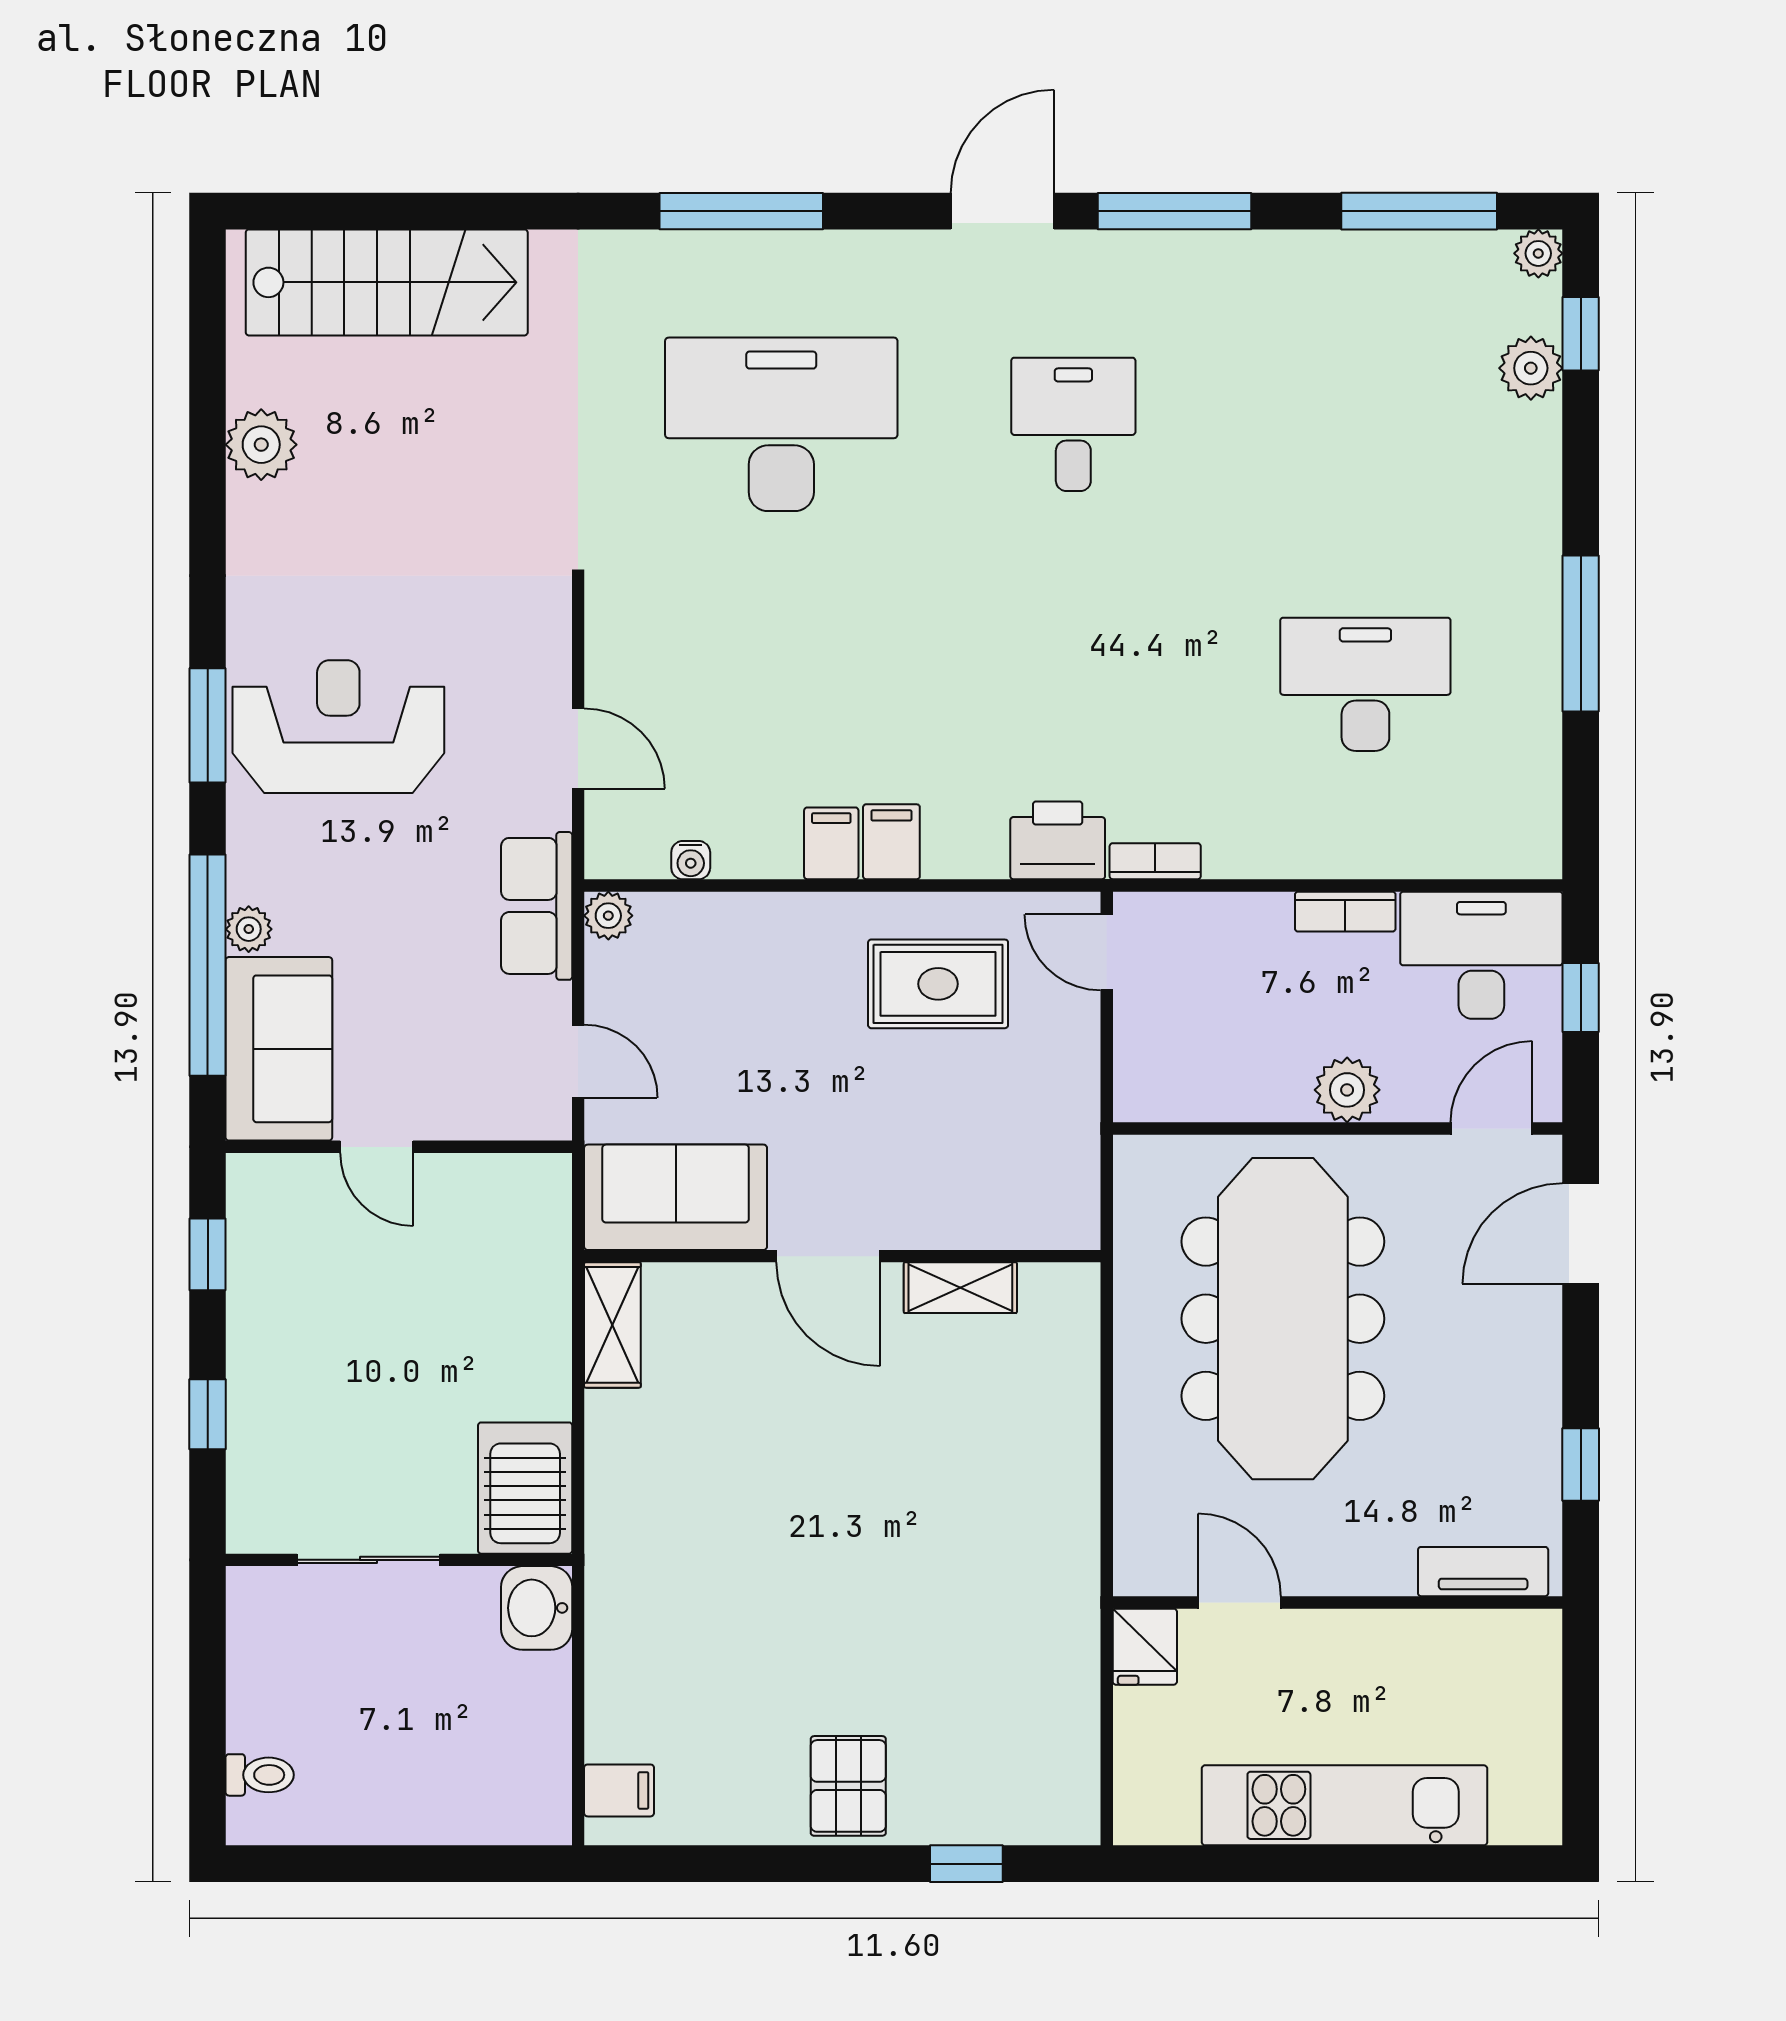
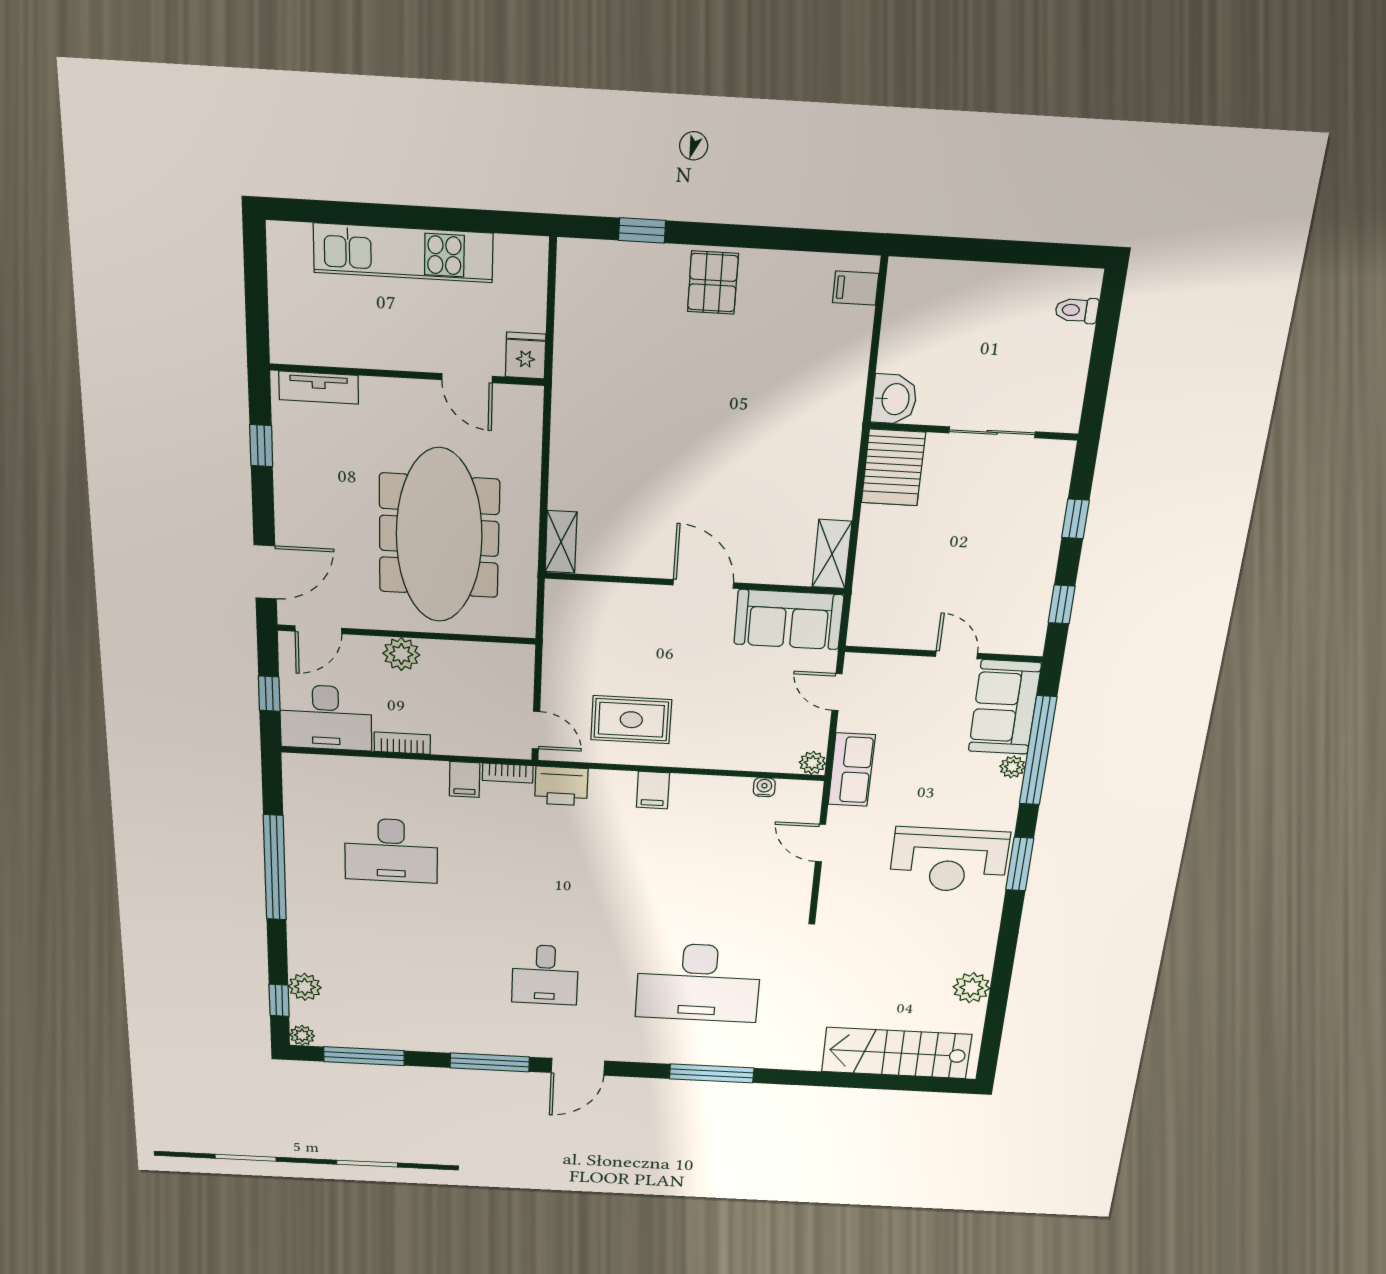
window: (1581, 634) -> (275, 868), width x1.46
filing cabinet: (831, 843) -> (465, 779), moved
shelving: (960, 1288) -> (561, 542), moved, turned 90

